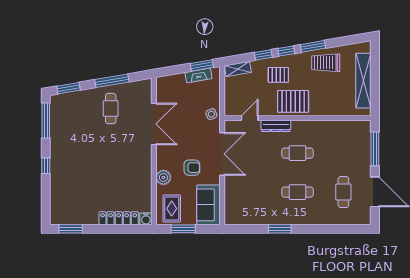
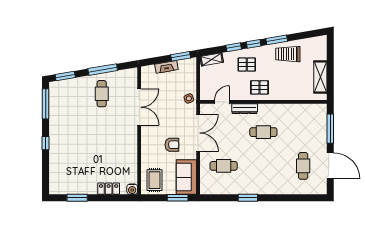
fireplace: (198, 75) -> (166, 67), moved
shelving: (363, 81) -> (320, 77), width x0.68
pallet: (293, 101) -> (259, 87), width x0.67, depth x0.71
plant: (163, 177) -> (147, 153), removed
cafe table: (297, 192) -> (224, 166), moved
locker: (119, 218) -> (109, 189), width x0.66
window: (71, 229) -> (77, 198), moved
window: (183, 229) -> (178, 198), moved

